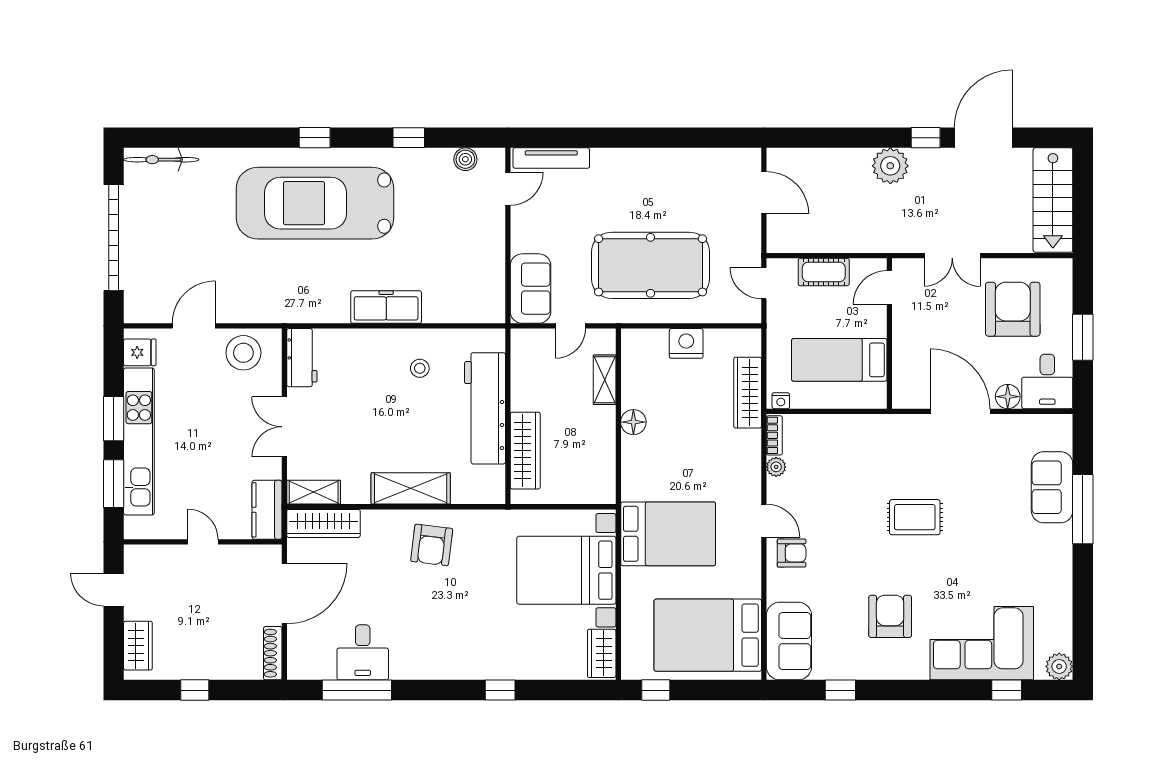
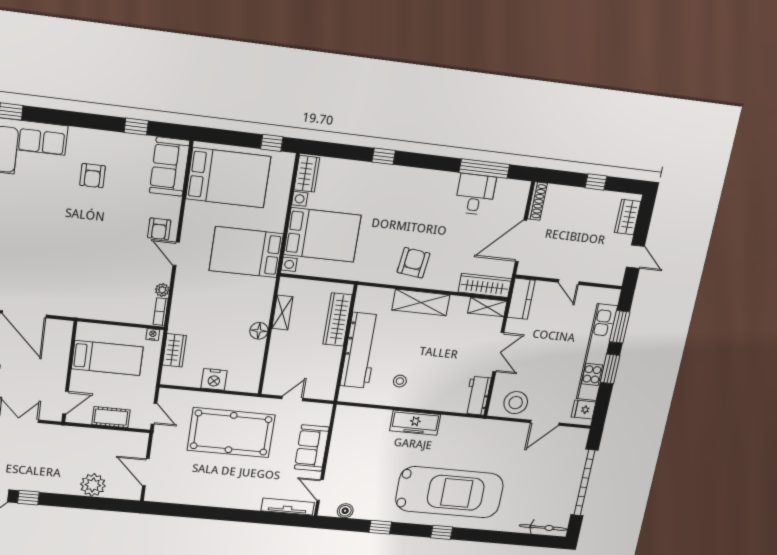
plant: (890, 166) -> (93, 485), moved
door: (508, 189) -> (320, 490), hinge flipped
sofa: (530, 289) -> (312, 448), moved
shelving: (605, 380) -> (282, 313), moved
wardrobe: (748, 393) -> (174, 350), width x0.67
rug: (915, 517) -> (66, 244), removed
armchair: (792, 553) -> (159, 229), turned -90
armchair: (890, 616) -> (93, 176), width x0.72, depth x0.72

